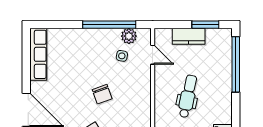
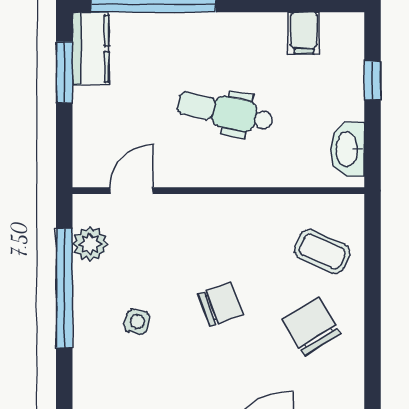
kitchen counter: (189, 36) -> (91, 49), moved
side table: (122, 56) -> (137, 322), moved

